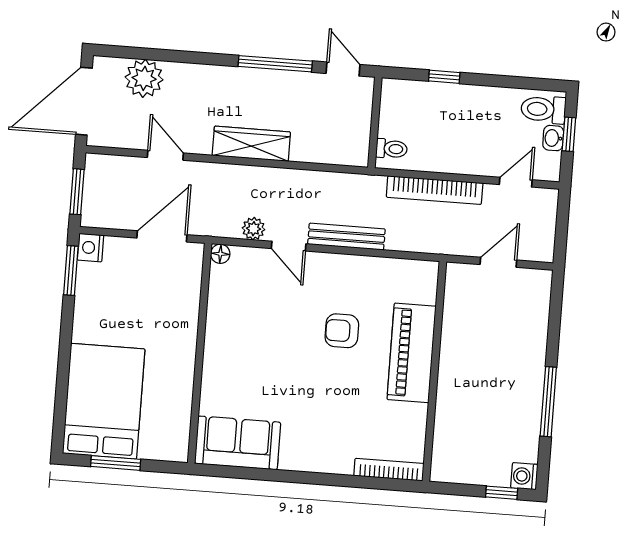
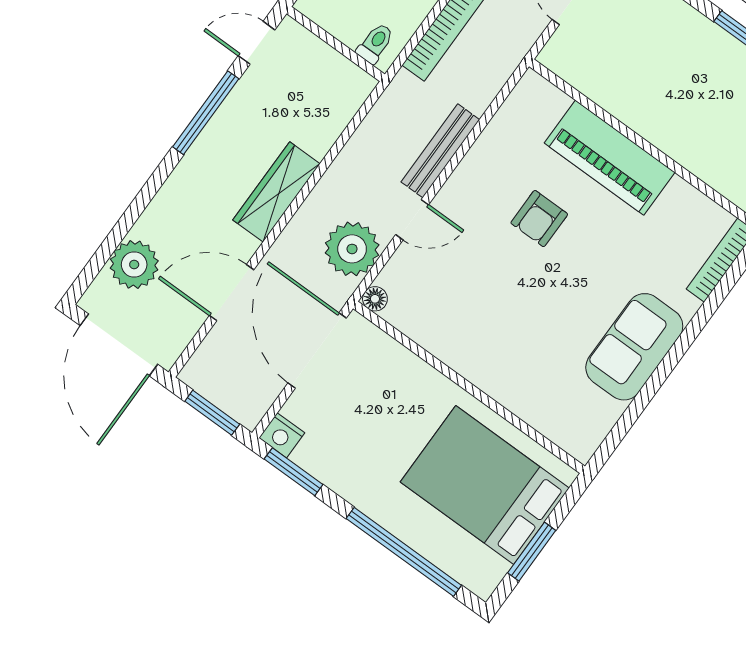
door: (165, 155) -> (232, 293), width x1.38
plant: (254, 229) -> (352, 249), width x1.87, depth x1.87
door: (162, 236) -> (317, 351), width x1.36
window: (63, 377) -> (404, 552), added
bed: (104, 401) -> (485, 485), moved
sofa: (238, 443) -> (634, 347), moved

